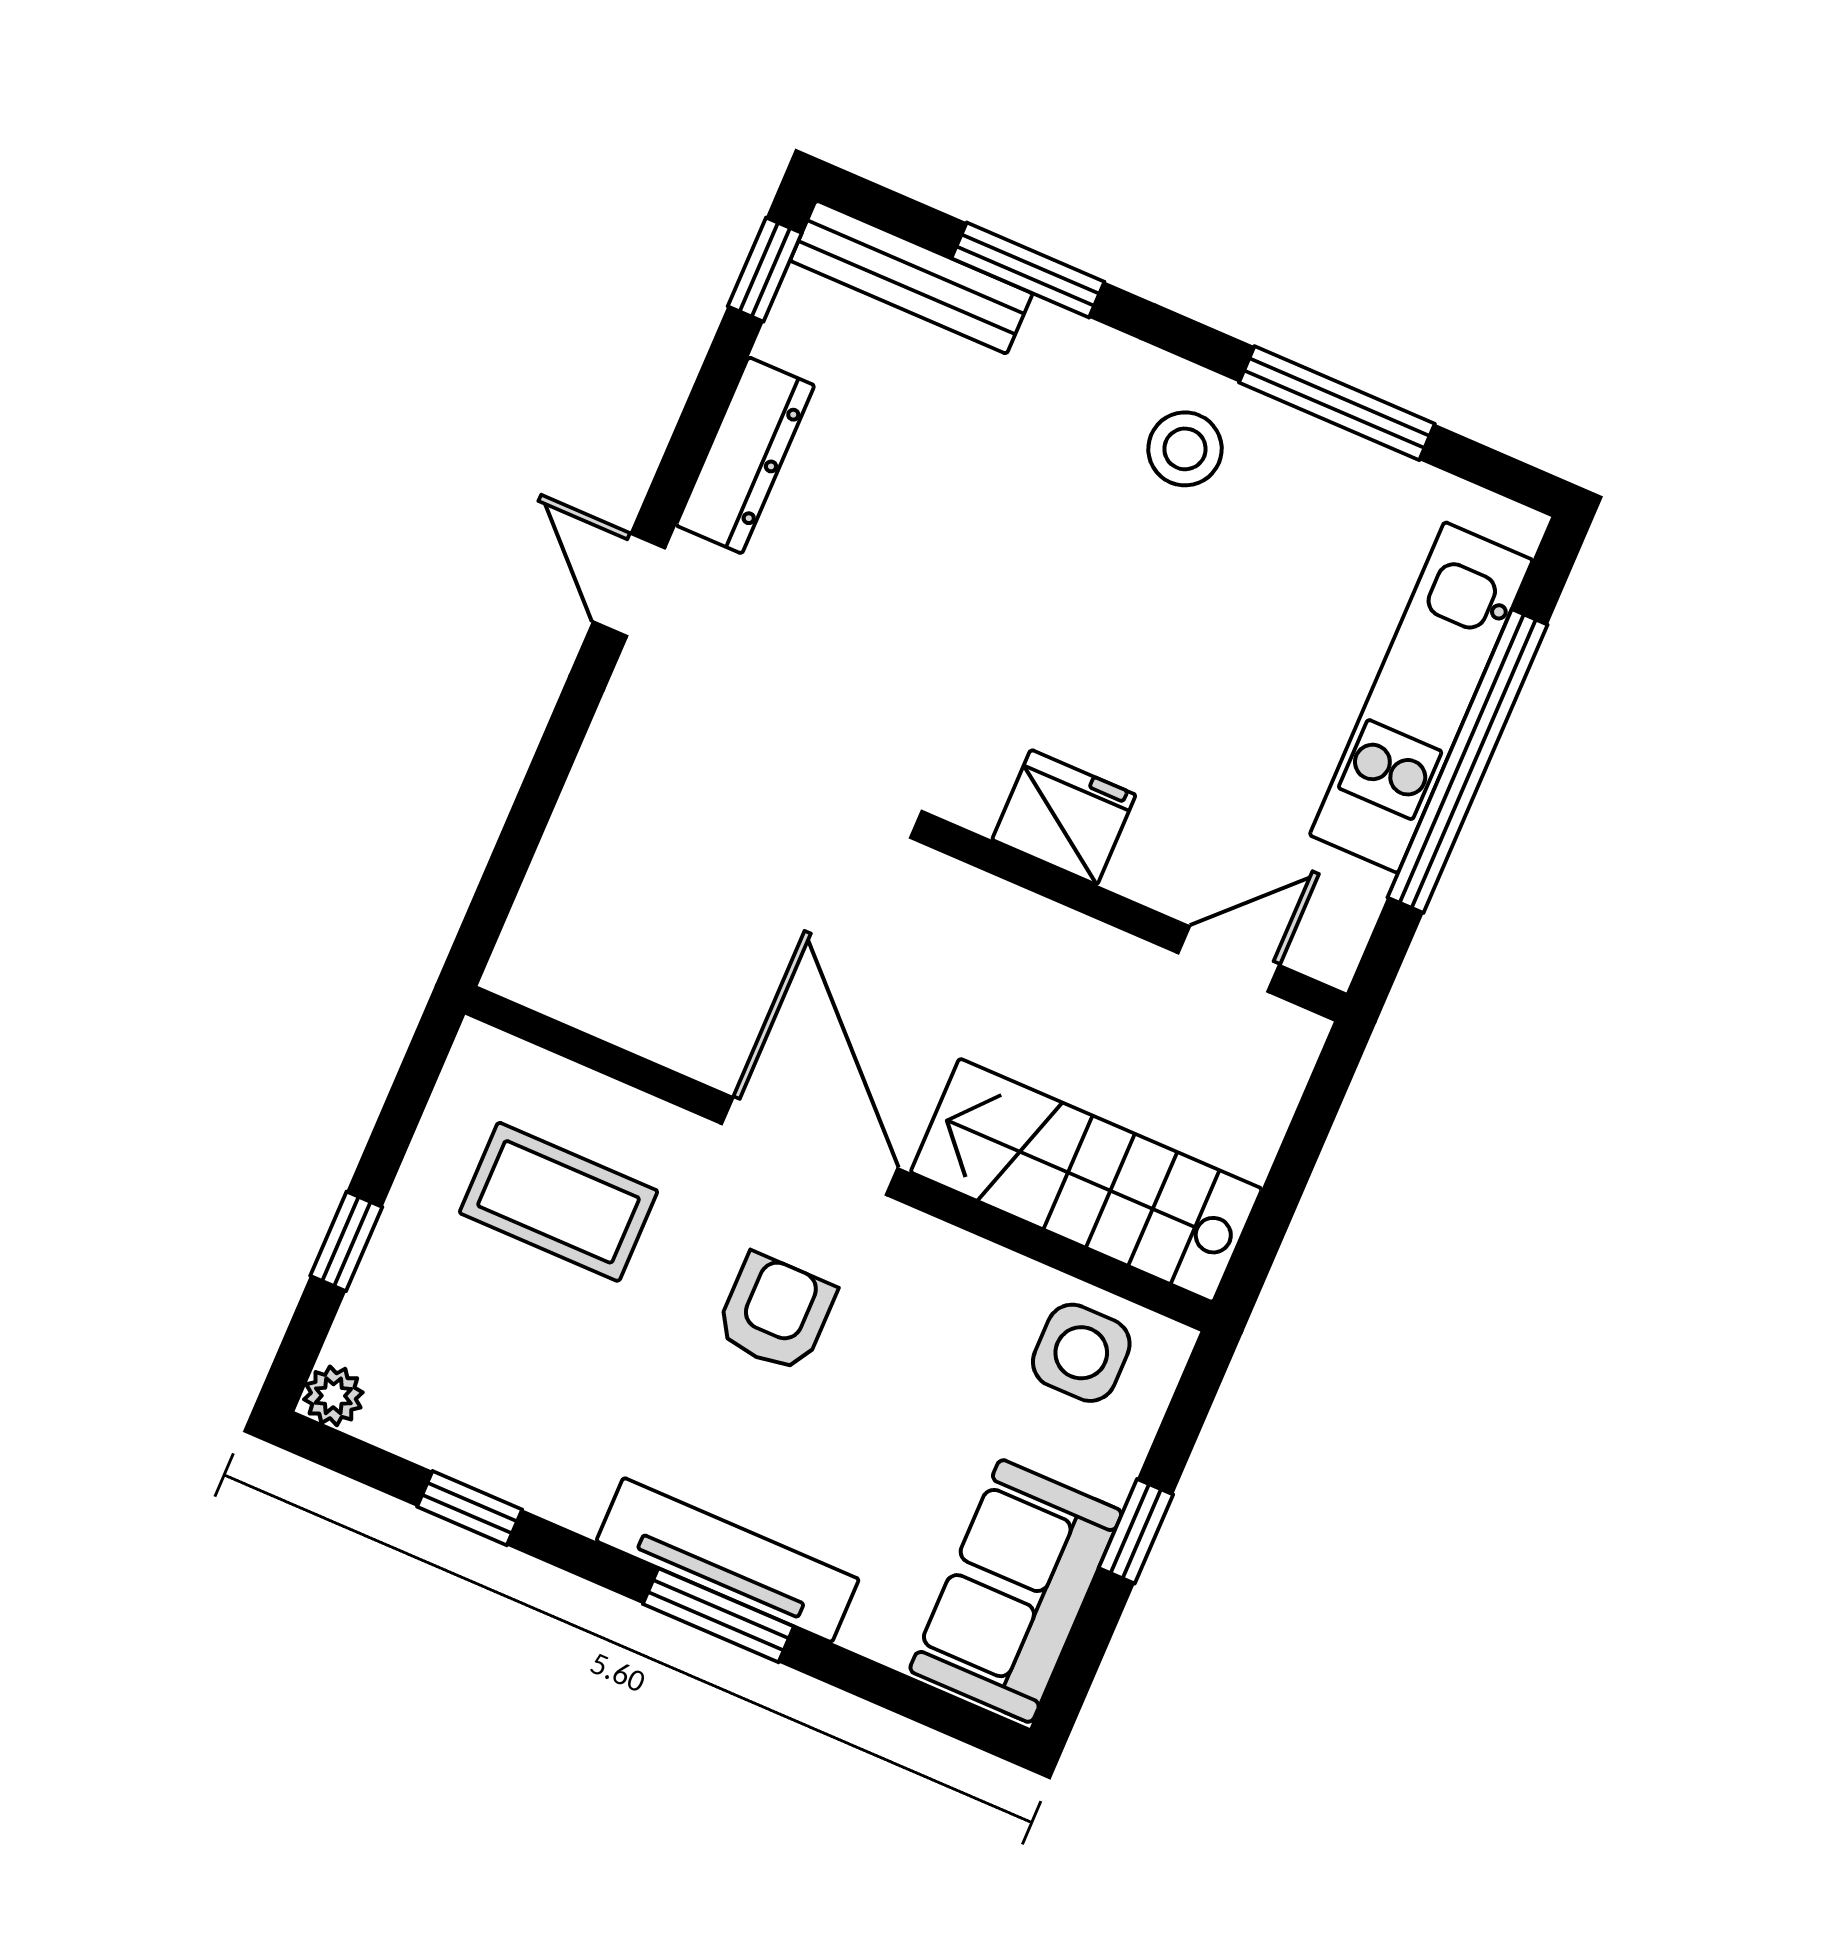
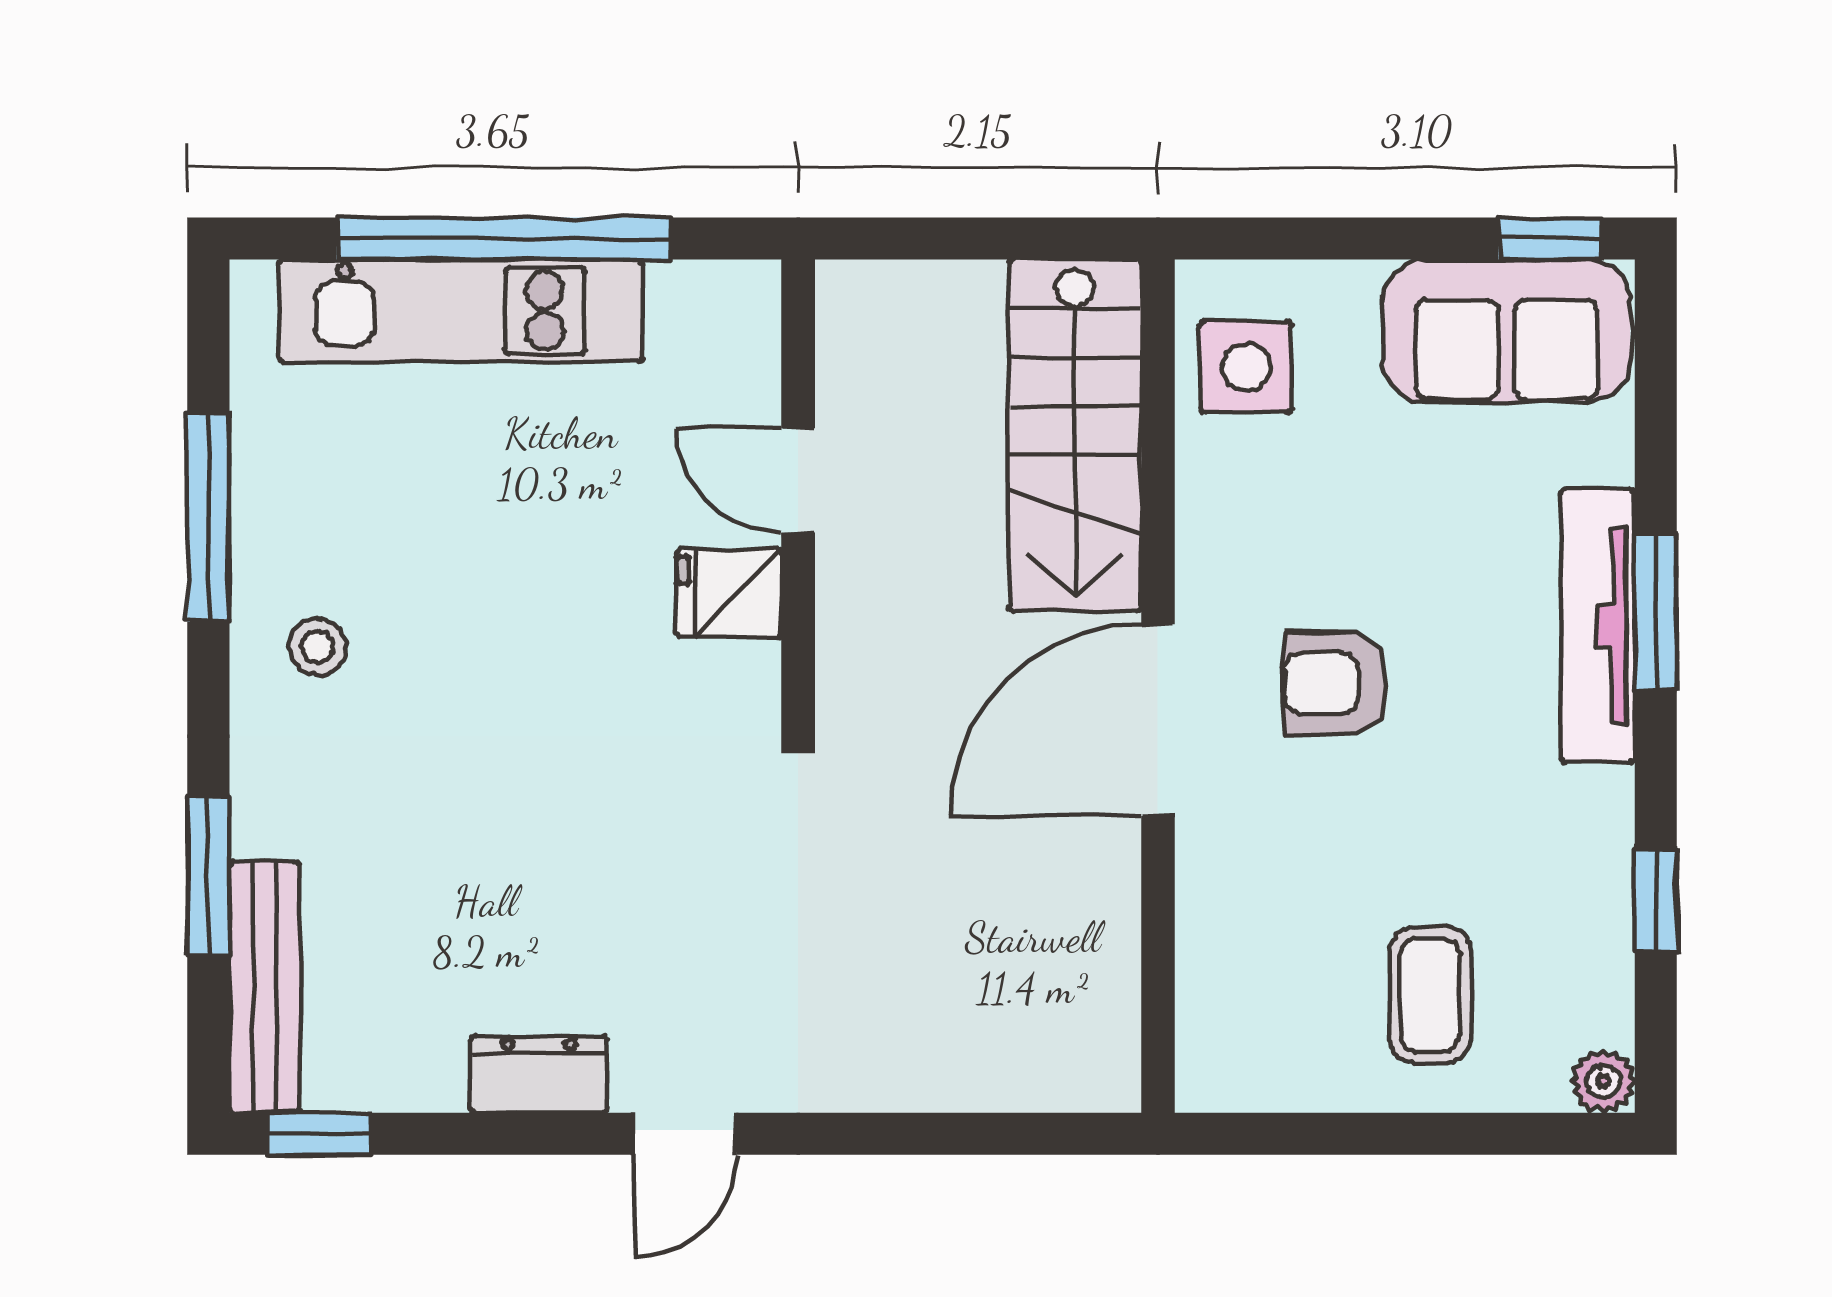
stool: (1185, 449) -> (317, 647), width x0.73, depth x0.73
dresser: (745, 455) -> (539, 1074), width x0.70
fridge: (1064, 817) -> (729, 593), width x0.72
door: (1229, 959) -> (798, 480), moved
coffee table: (559, 1202) -> (1430, 995), moved, width x0.73, depth x0.77
window: (346, 1241) -> (1447, 1134), removed
window: (1136, 1531) -> (1550, 238), moved

